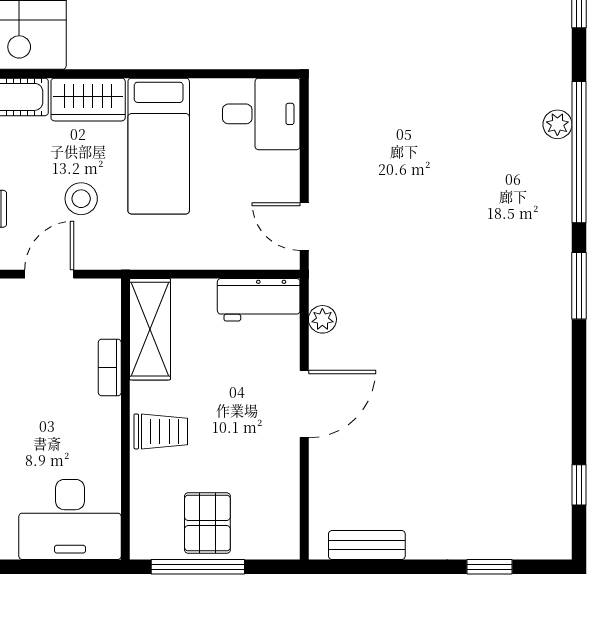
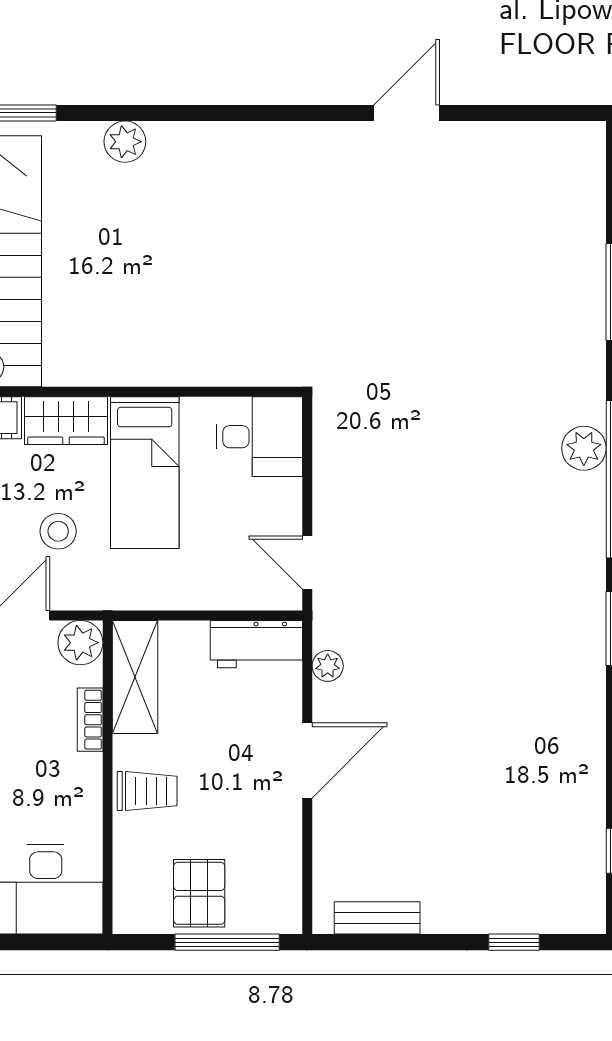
plant: (557, 124) -> (584, 448), width x1.38, depth x1.38
plant: (101, 298) -> (80, 643), added
window: (198, 567) -> (227, 942), moved

